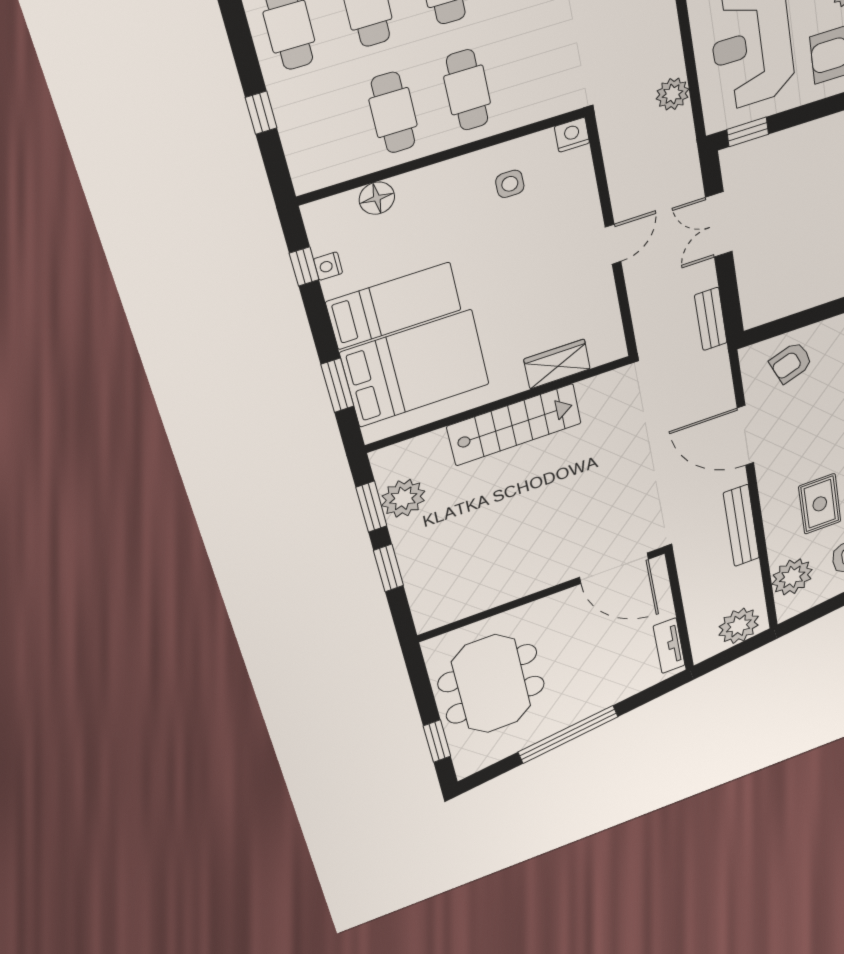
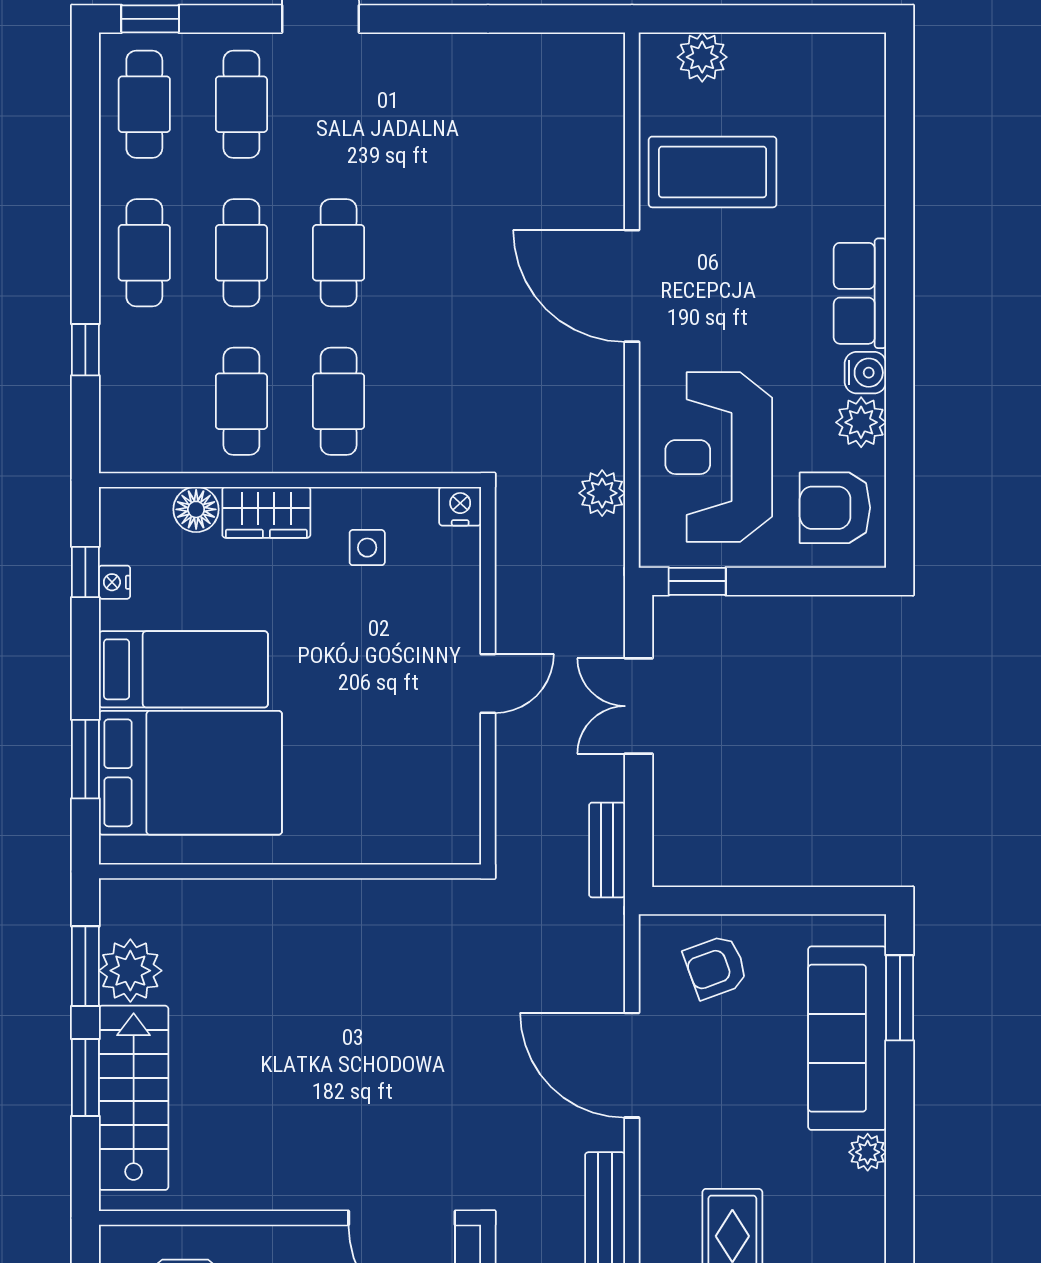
wardrobe: (557, 364) -> (266, 512), moved, turned 180
stairs: (514, 425) -> (134, 1098), moved, turned -90

